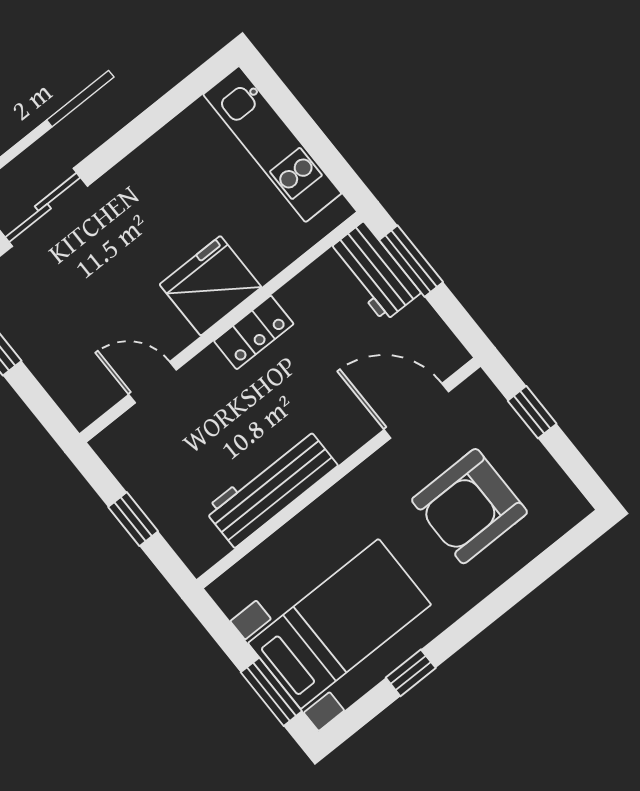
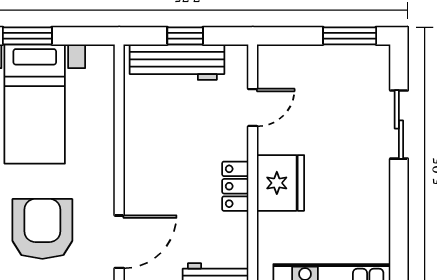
workbench: (271, 488) -> (177, 62), moved, turned 90

